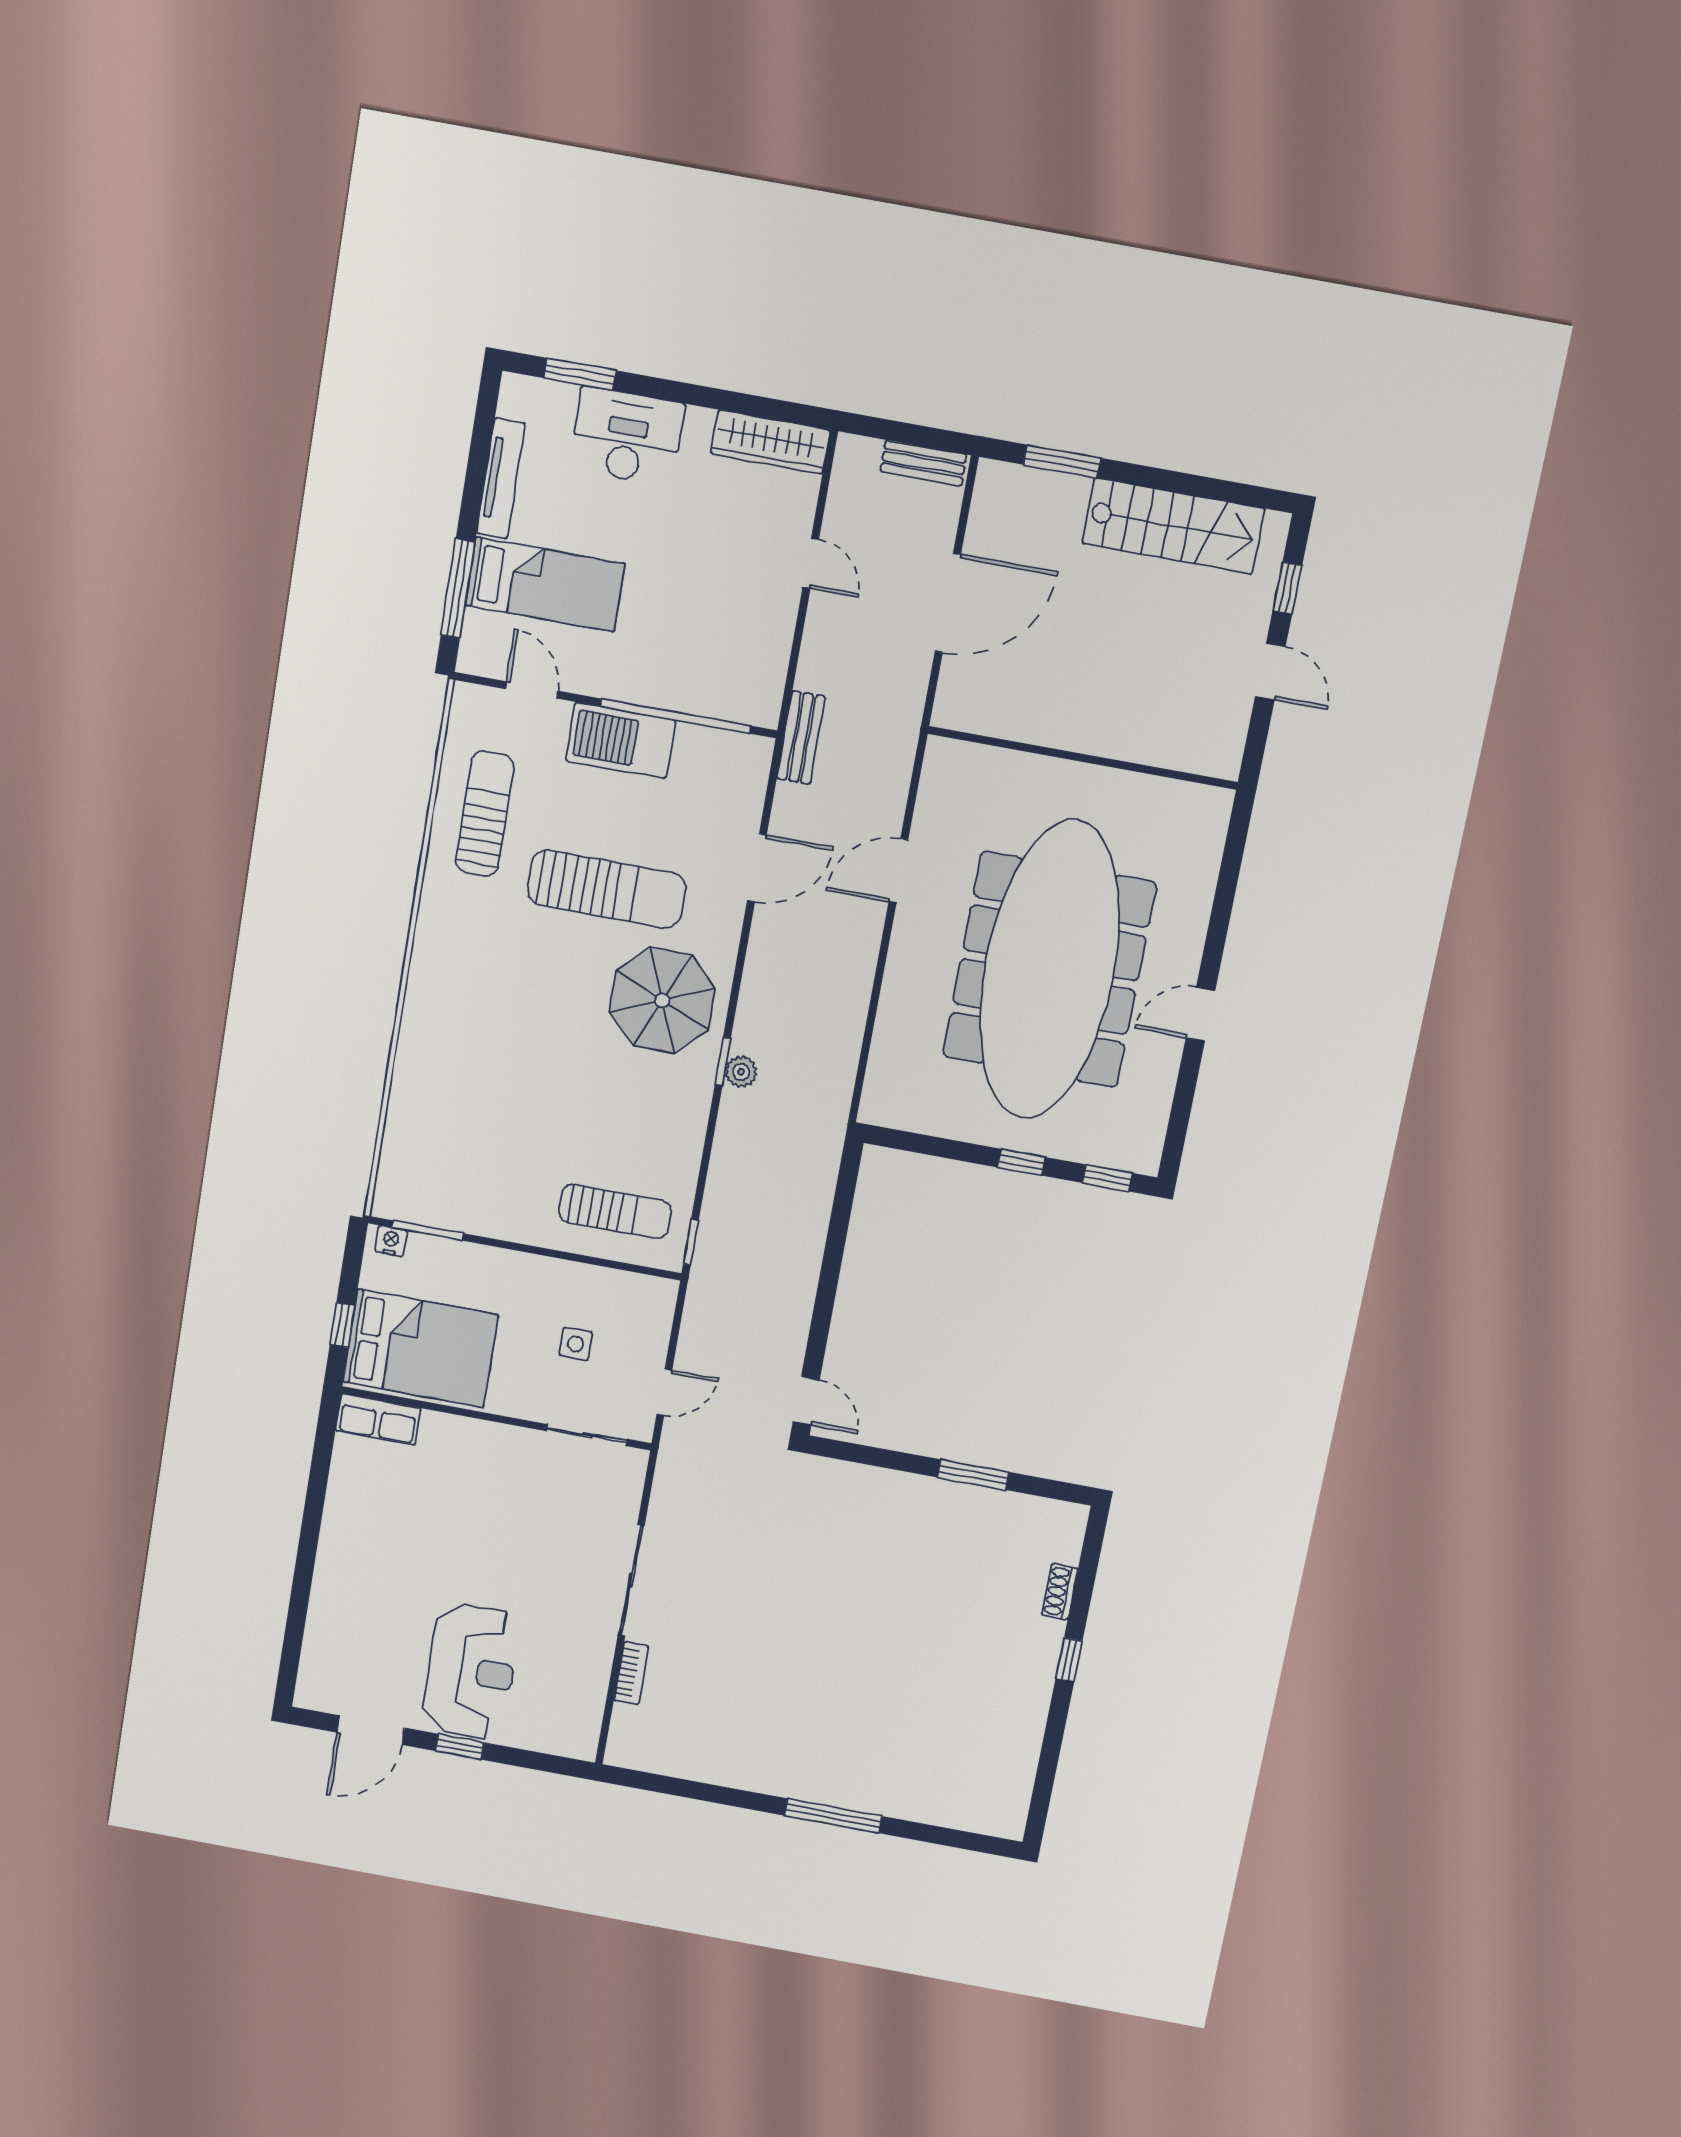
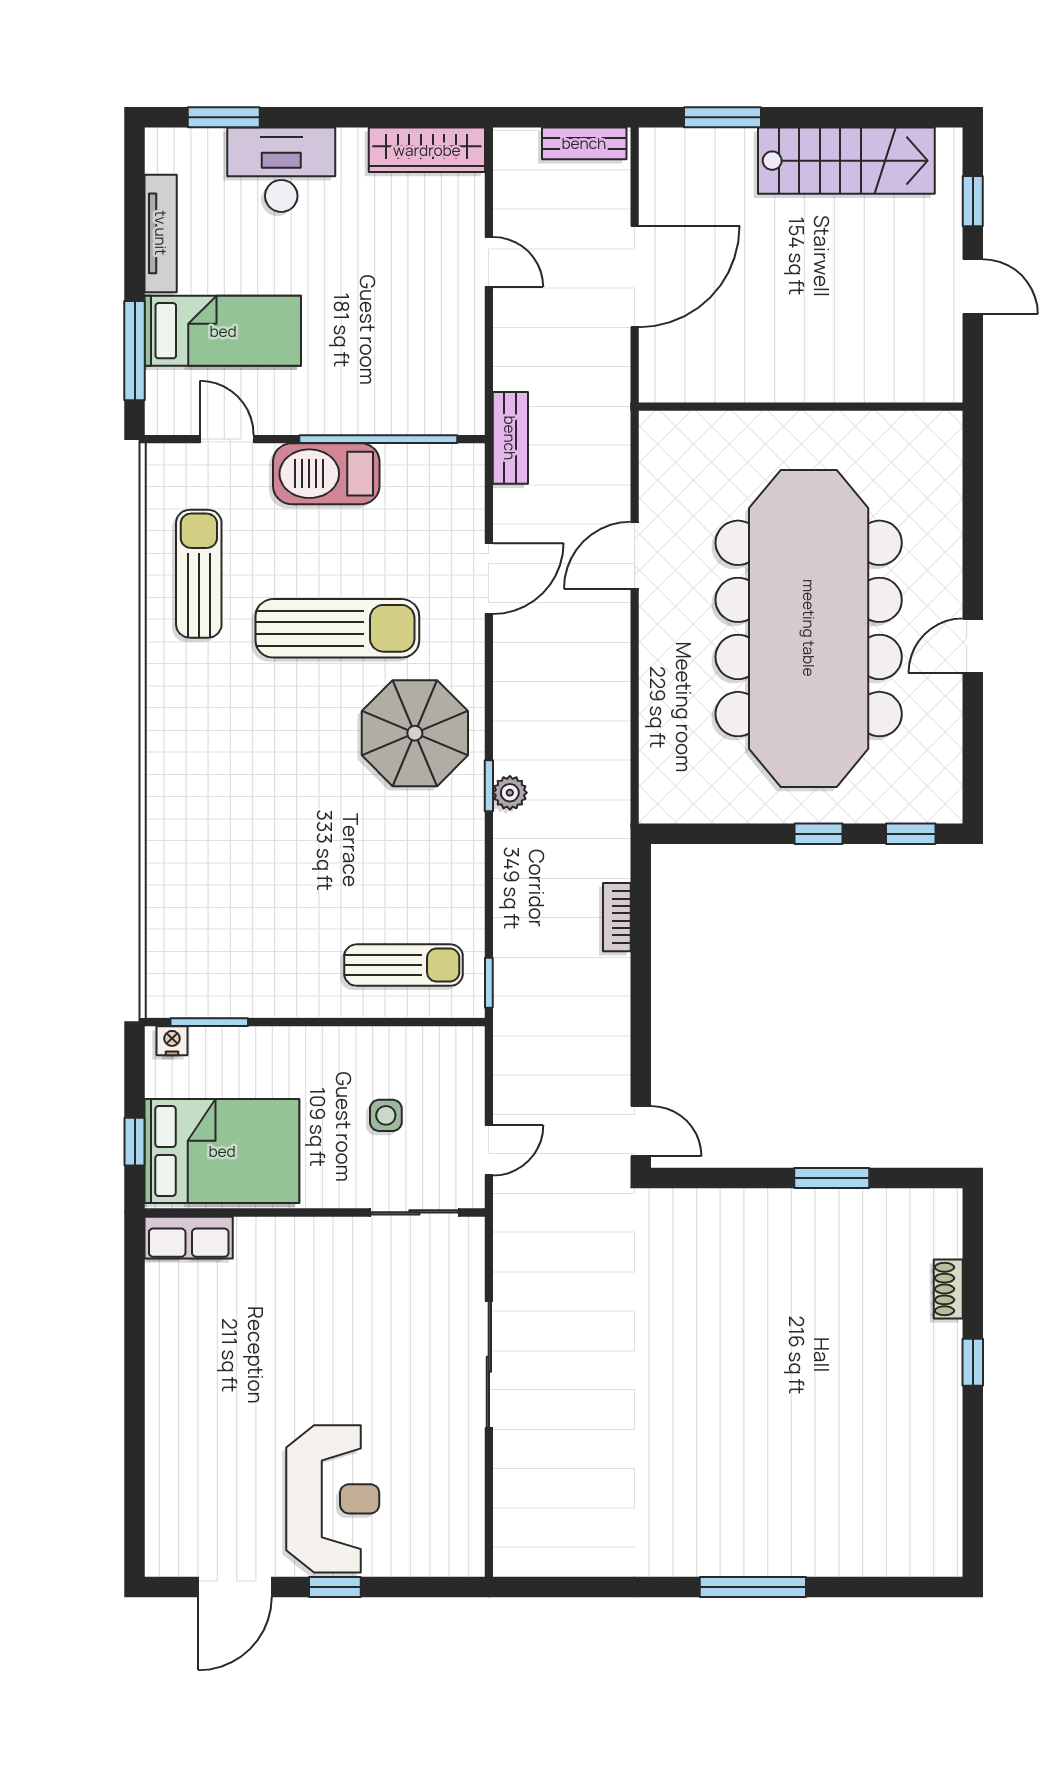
bookcase: (631, 1673) -> (617, 917), moved, turned 180

